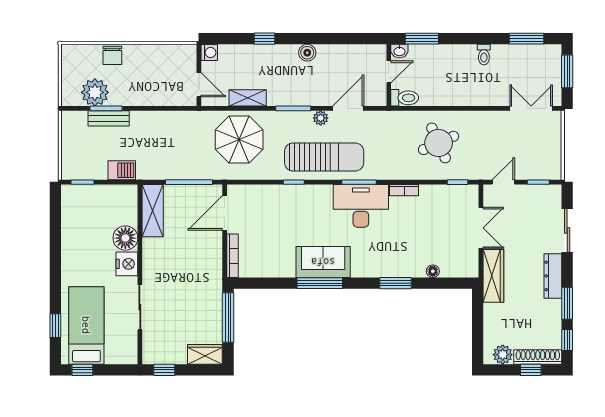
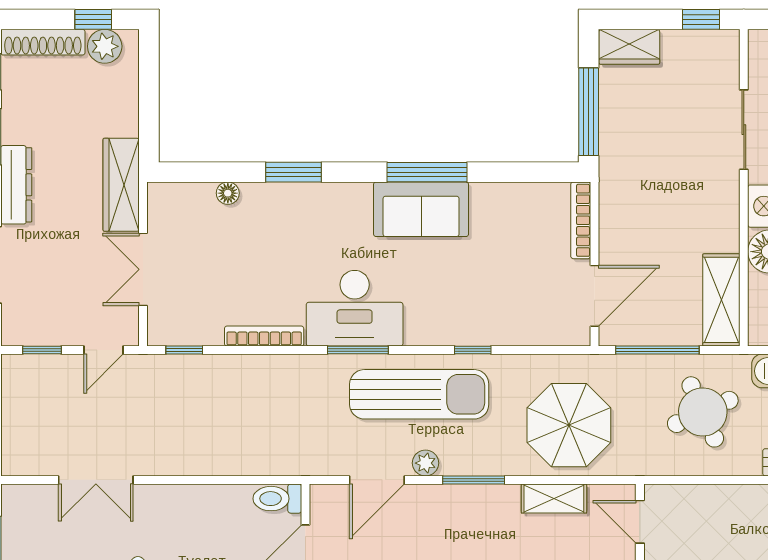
double door: (531, 108) -> (96, 480), moved
round table: (439, 143) -> (703, 412), moved
sun lounger: (324, 157) -> (419, 394), turned 180
bookcase: (404, 190) -> (264, 336), width x1.56
window: (531, 370) -> (93, 19), moved

